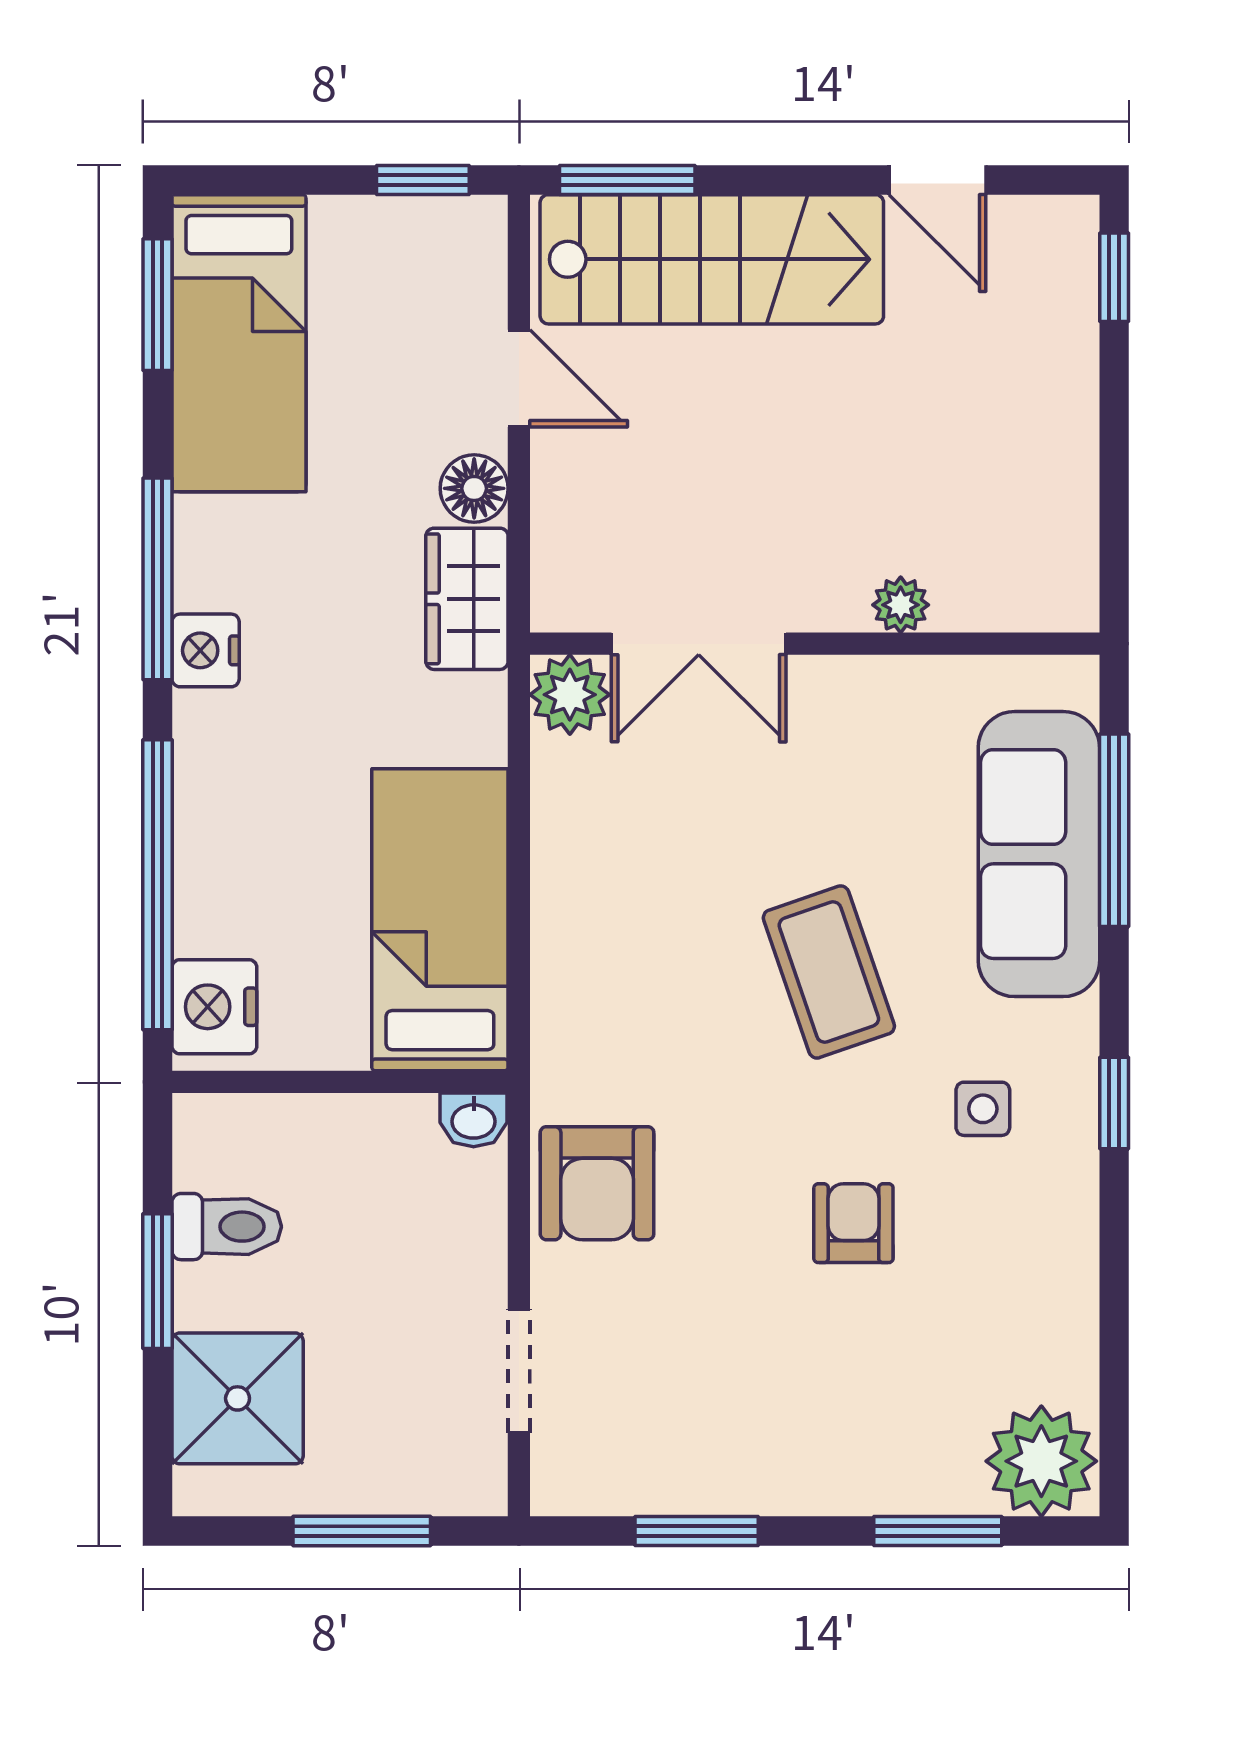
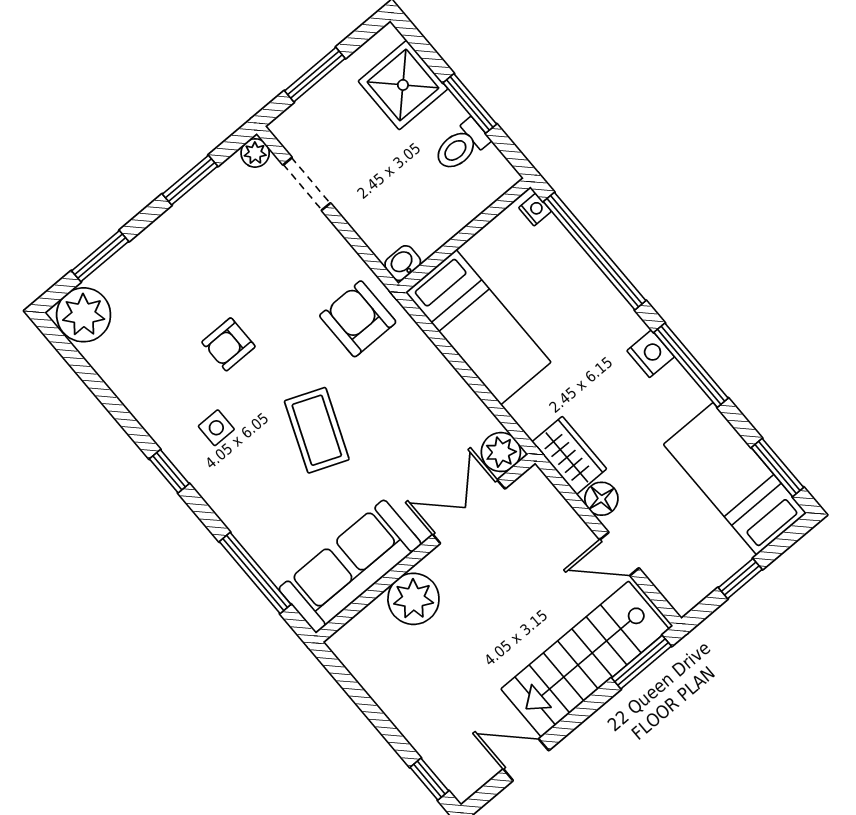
window: (423, 180) -> (740, 579), moved
plant: (901, 605) -> (413, 599), width x1.87, depth x1.87
sofa: (1039, 854) -> (350, 566), moved, turned -90
coffee table: (829, 972) -> (317, 430), turned 41
nightstand: (214, 1007) -> (535, 209), width x0.53, depth x0.56
armchair: (597, 1183) -> (358, 319), moved
armchair: (853, 1223) -> (229, 344), turned 90
plant: (559, 1487) -> (255, 153), added

